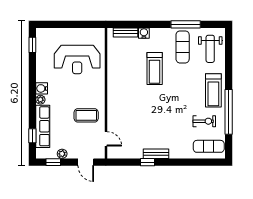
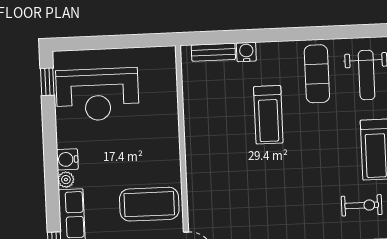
window: (186, 24) -> (321, 33), removed
reception desk: (77, 60) -> (97, 95), moved
coffee table: (86, 115) -> (149, 204), width x1.36, depth x1.32

